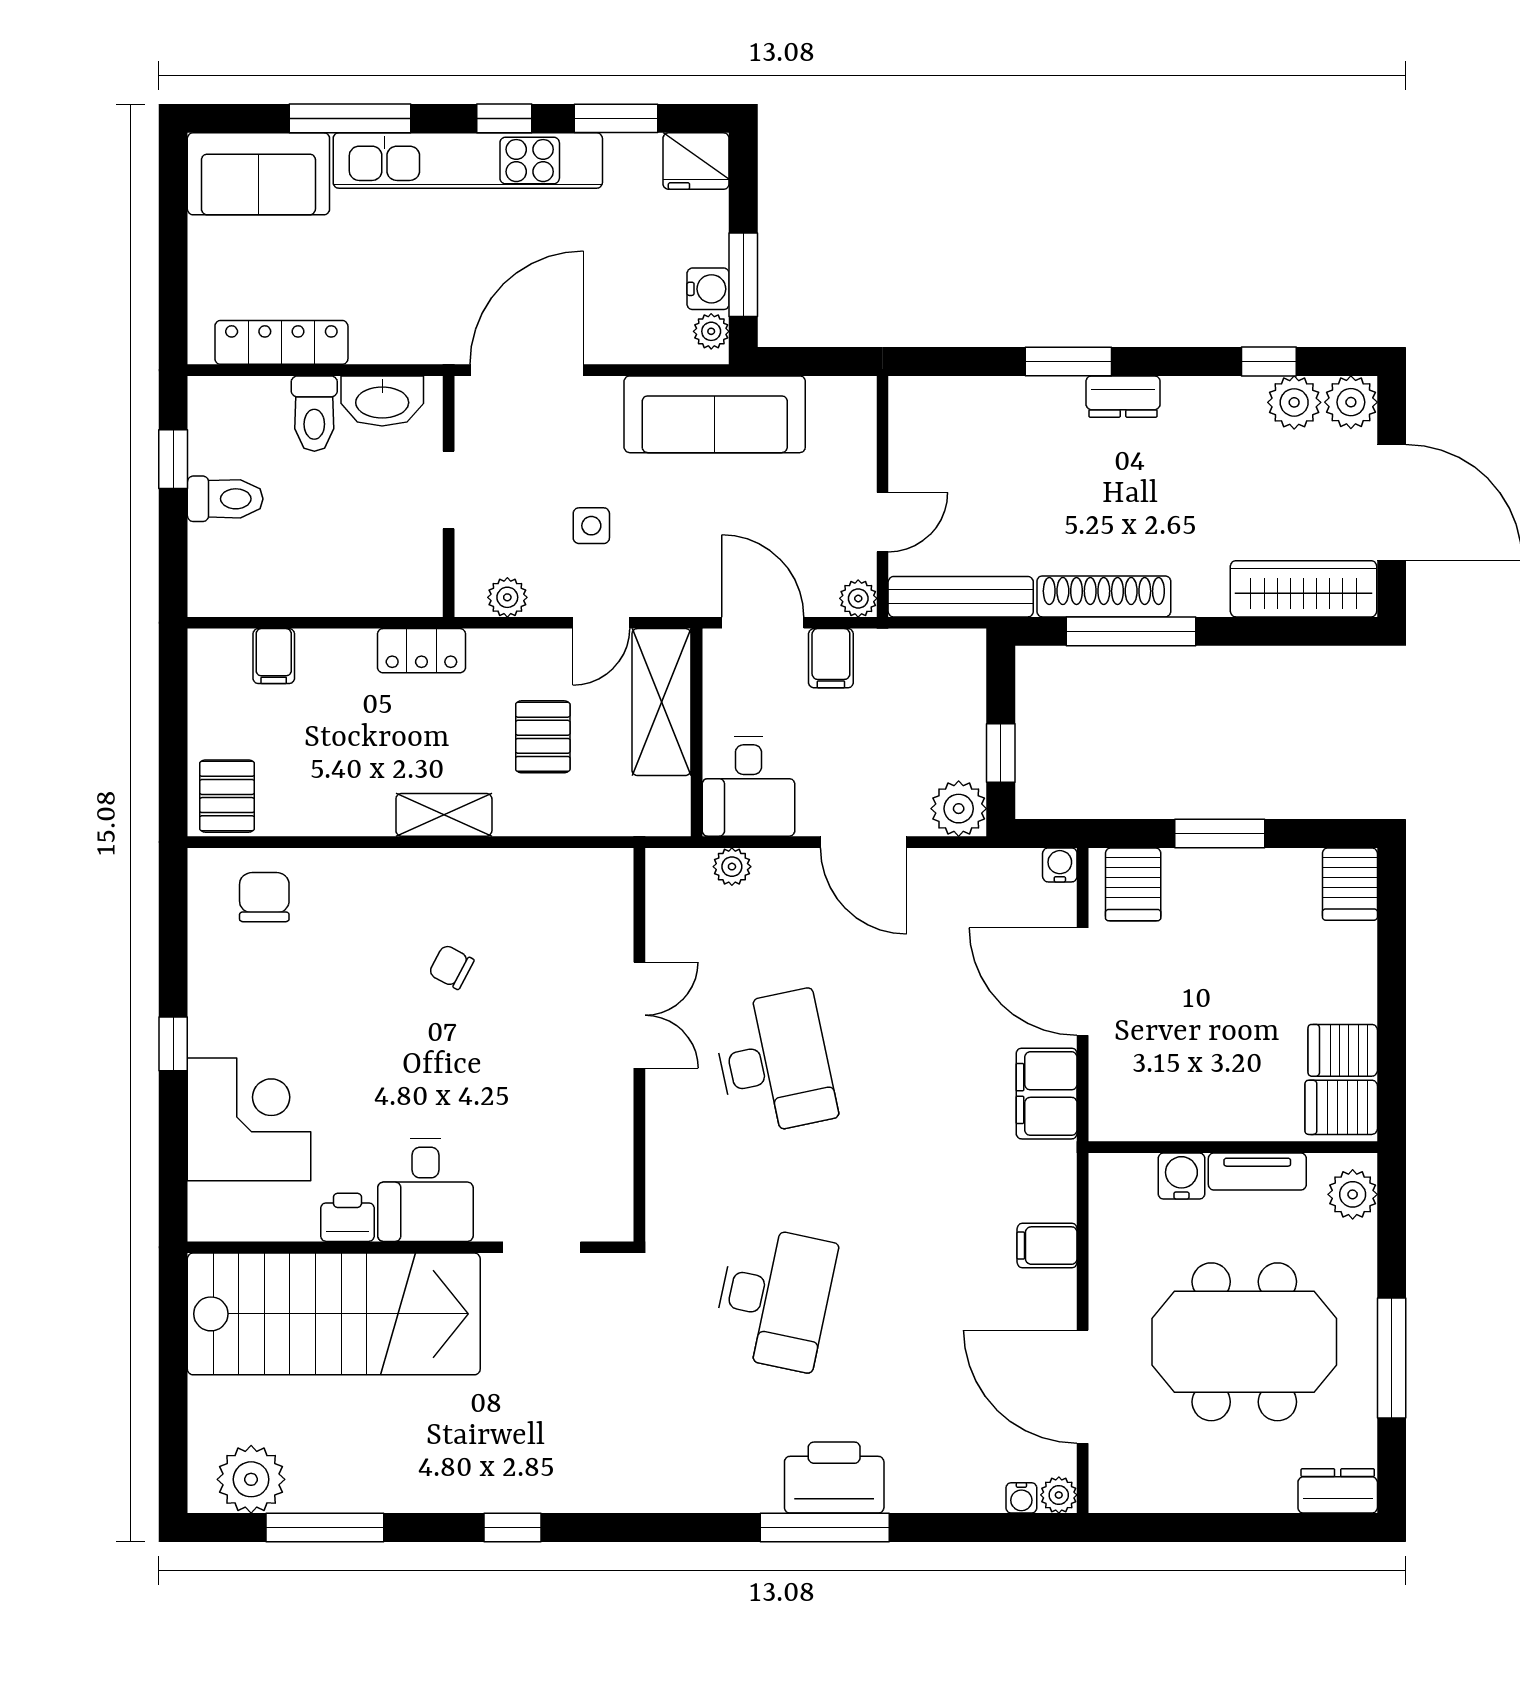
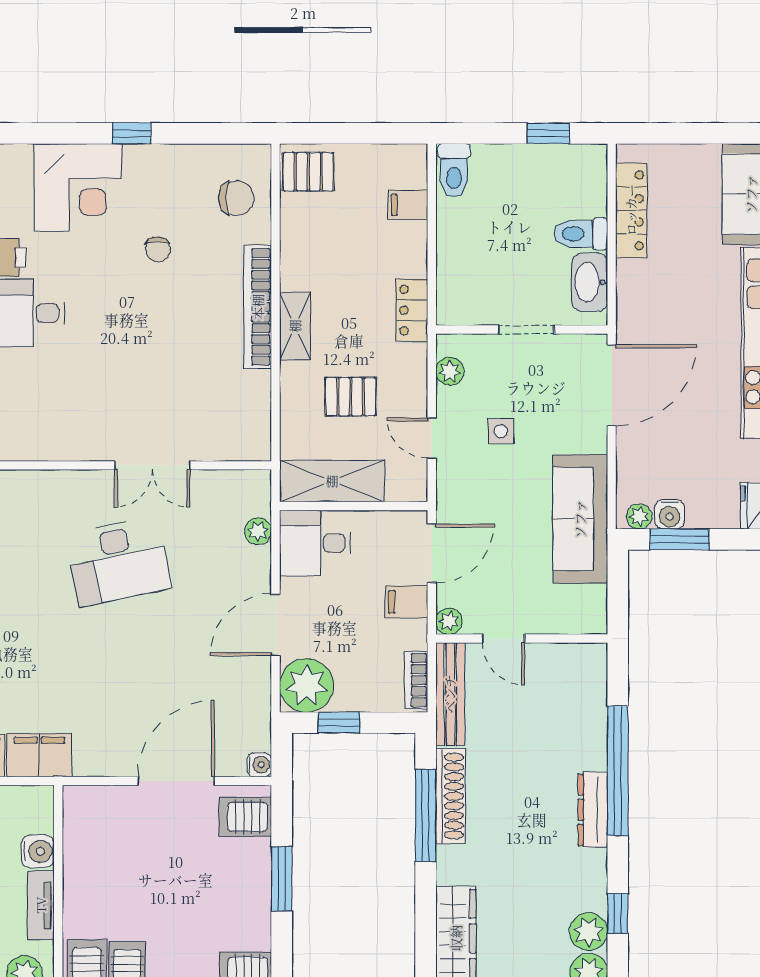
window: (1068, 362) -> (618, 771), width x2.11
door: (527, 370) -> (612, 385), hinge flipped
dresser: (1123, 397) -> (593, 810), width x1.44
toilet: (225, 499) -> (454, 170), moved
bookcase: (941, 645) -> (416, 680), added
shelving: (661, 702) -> (332, 481), moved
plant: (959, 809) -> (307, 685), width x1.36, depth x1.36
bookcase: (417, 867) -> (258, 307), added
chair: (451, 967) -> (158, 249), moved, turned 150
filing cabinet: (1047, 1094) -> (39, 755), moved

